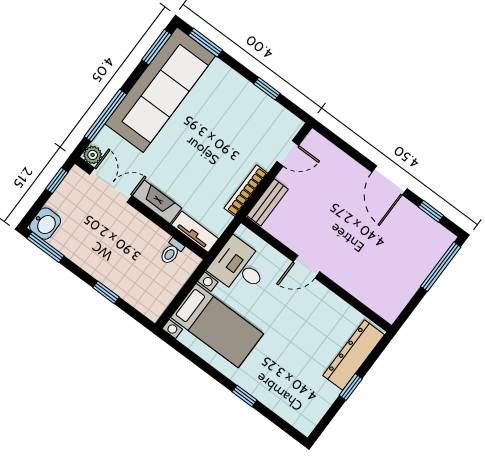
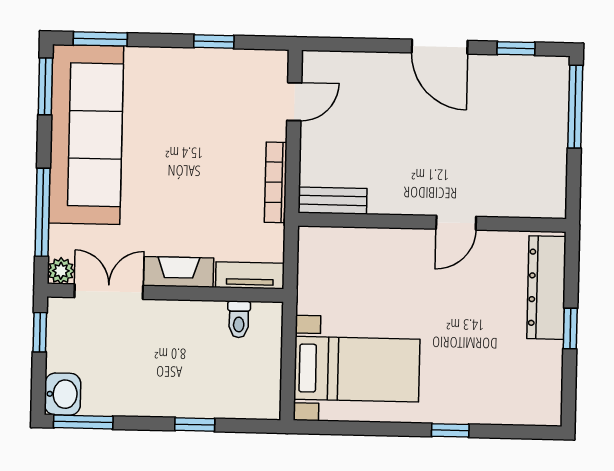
bench: (267, 202) -> (332, 201), moved, turned 90
desk: (239, 267) -> (333, 280), removed
door: (306, 267) -> (456, 223), moved

